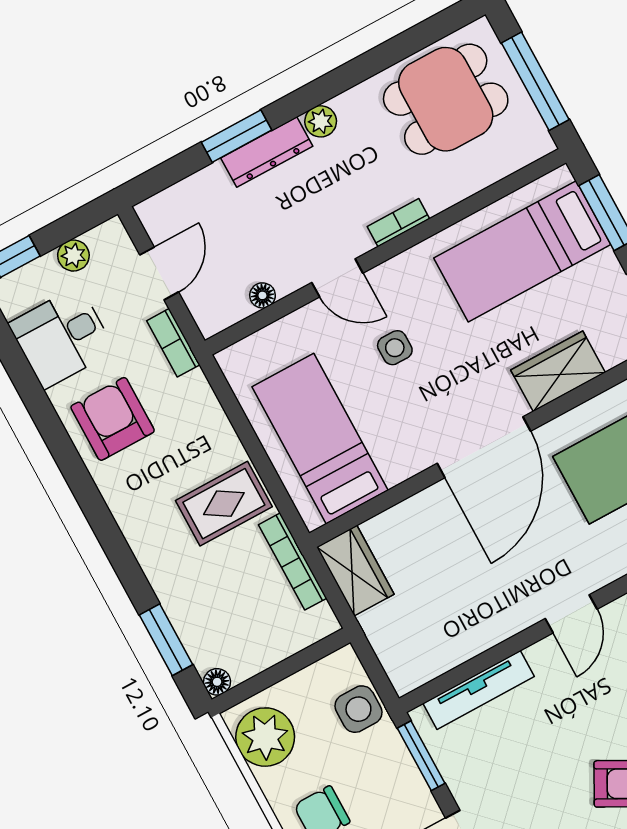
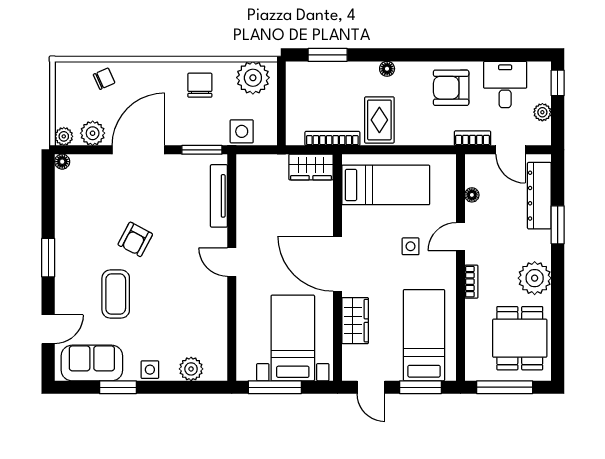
plant: (321, 121) -> (535, 278), width x1.87, depth x1.87
dresser: (267, 152) -> (539, 196), moved, width x1.37, depth x1.24
armchair: (113, 419) -> (451, 88), turned 180
floor lamp: (217, 682) -> (387, 69), moved

